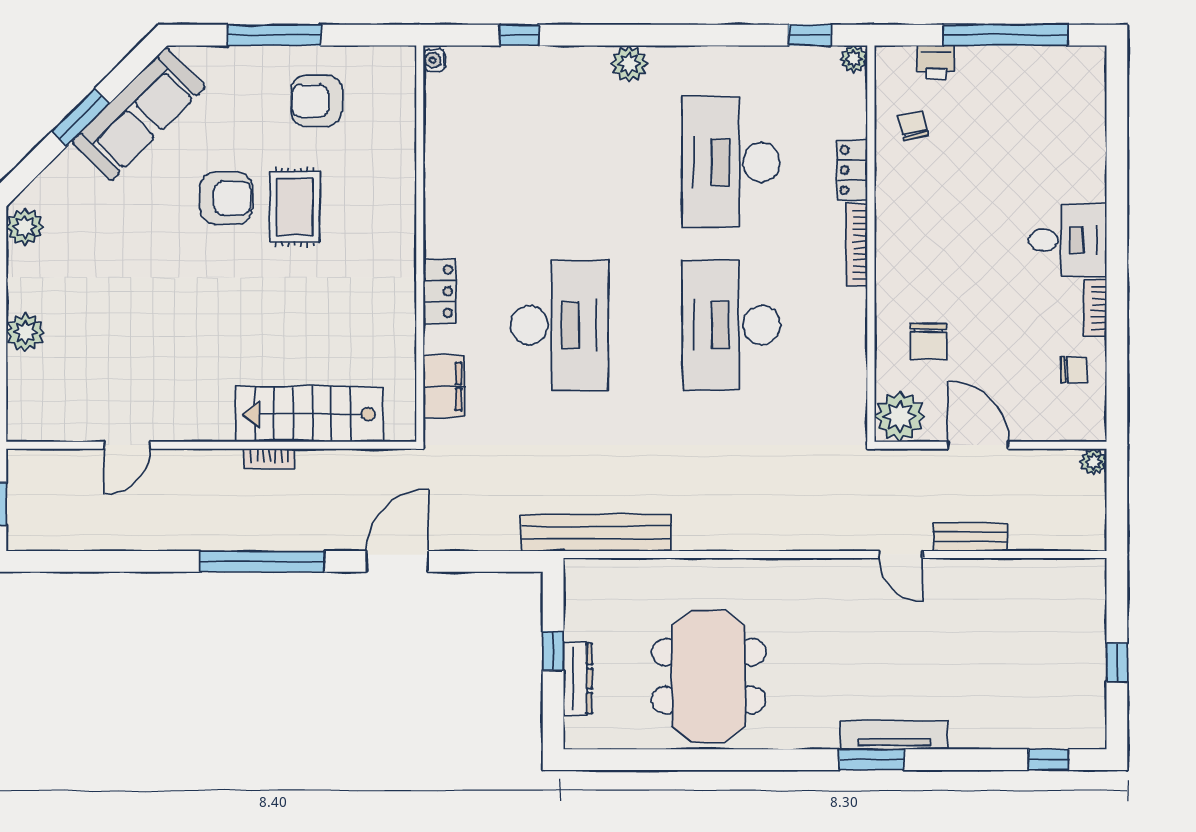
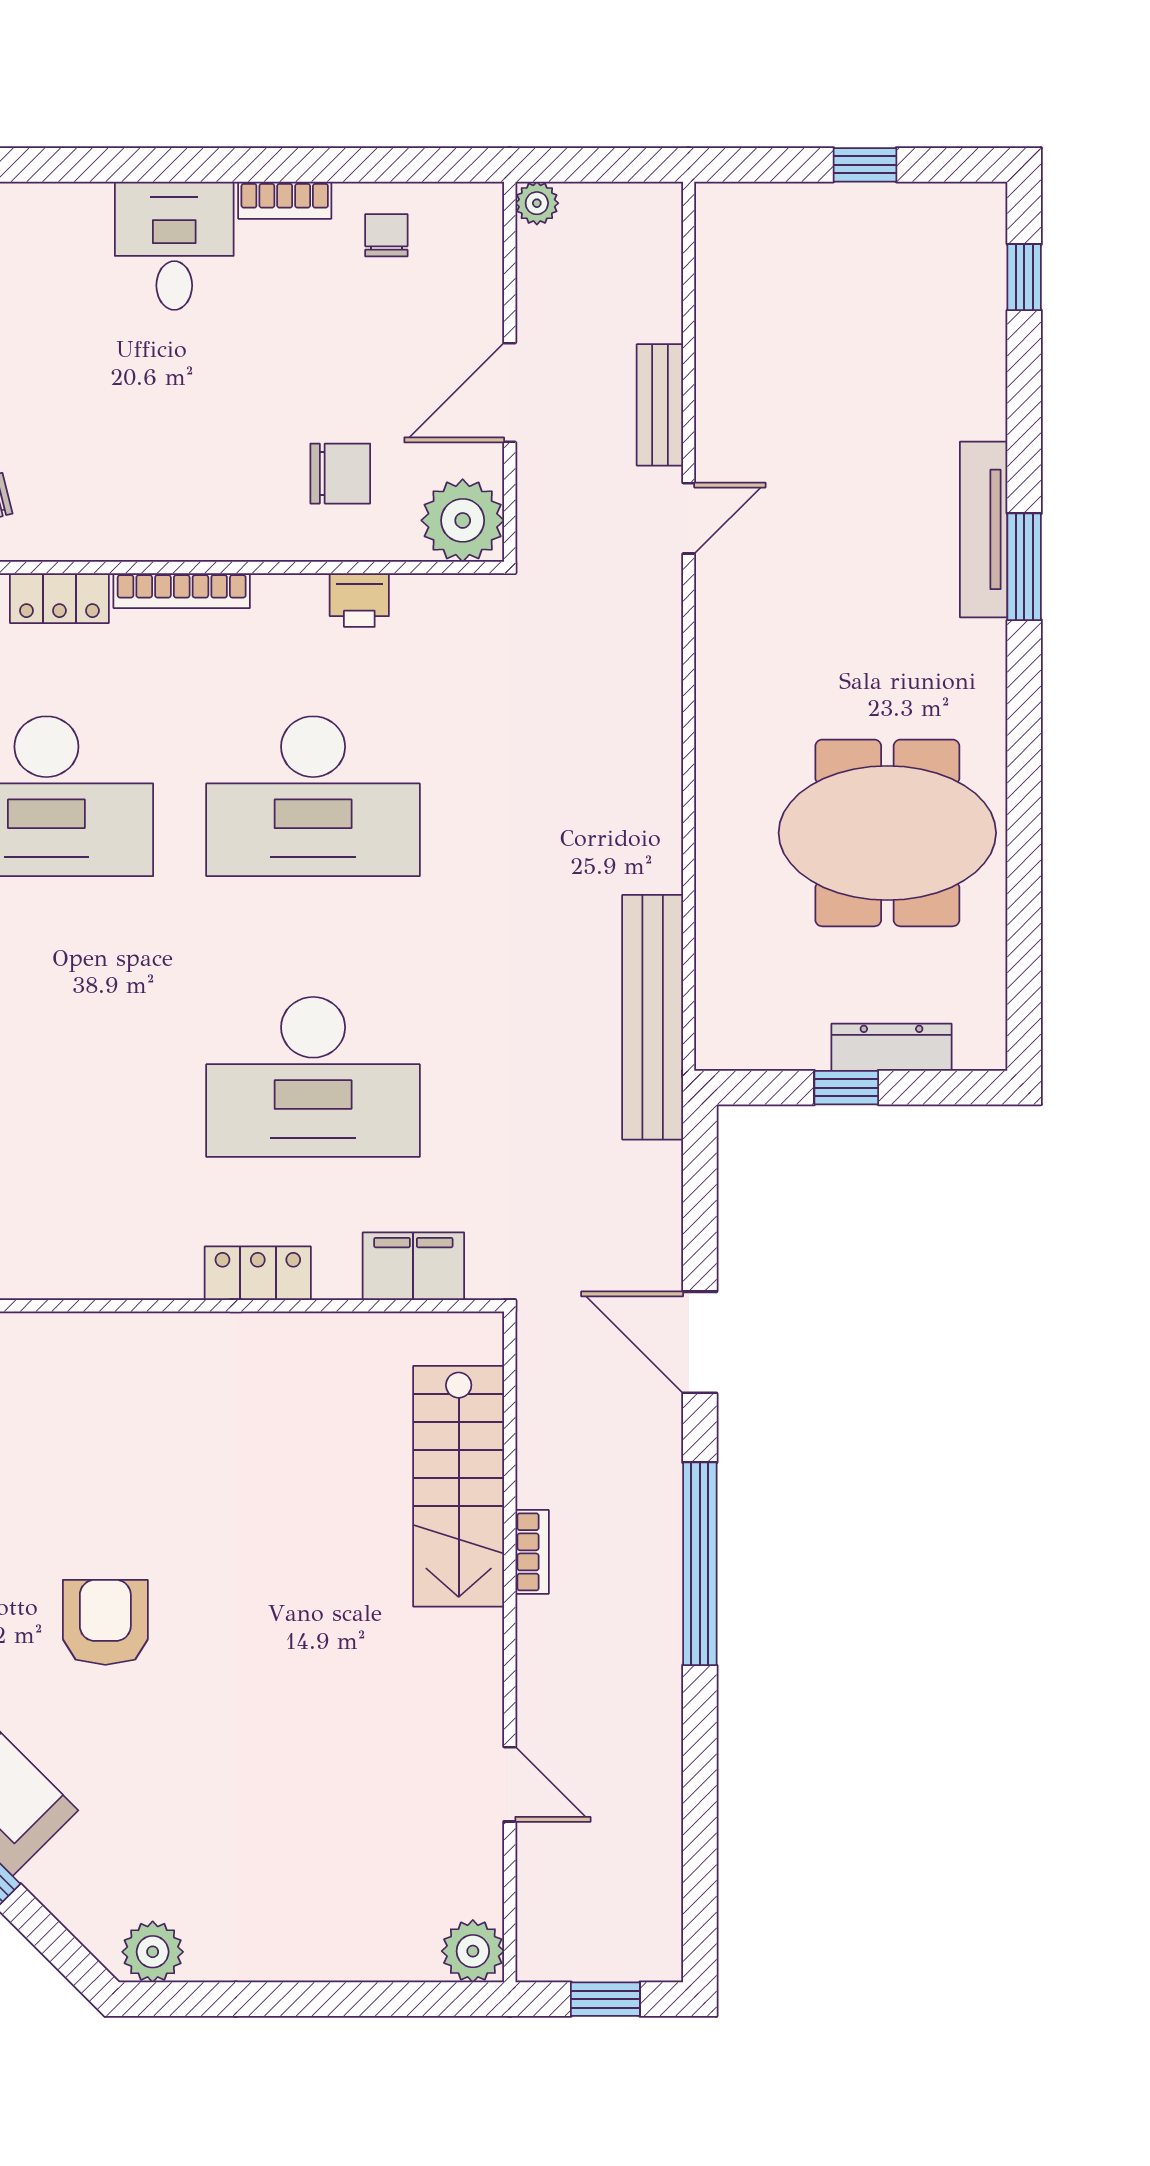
rug: (295, 207) -> (120, 1510), removed
desk: (560, 325) -> (313, 1077), turned 180
plant: (25, 332) -> (473, 1951), moved
printer: (851, 353) -> (359, 600), added

